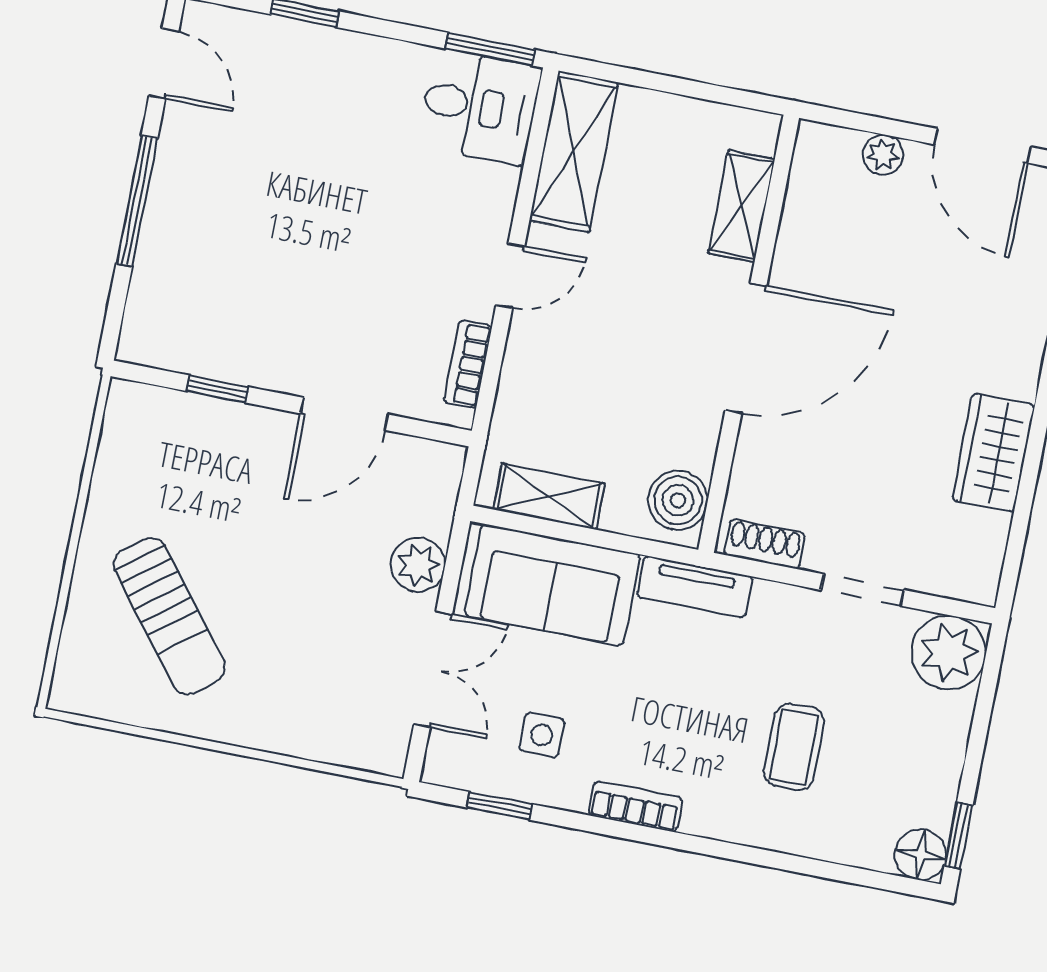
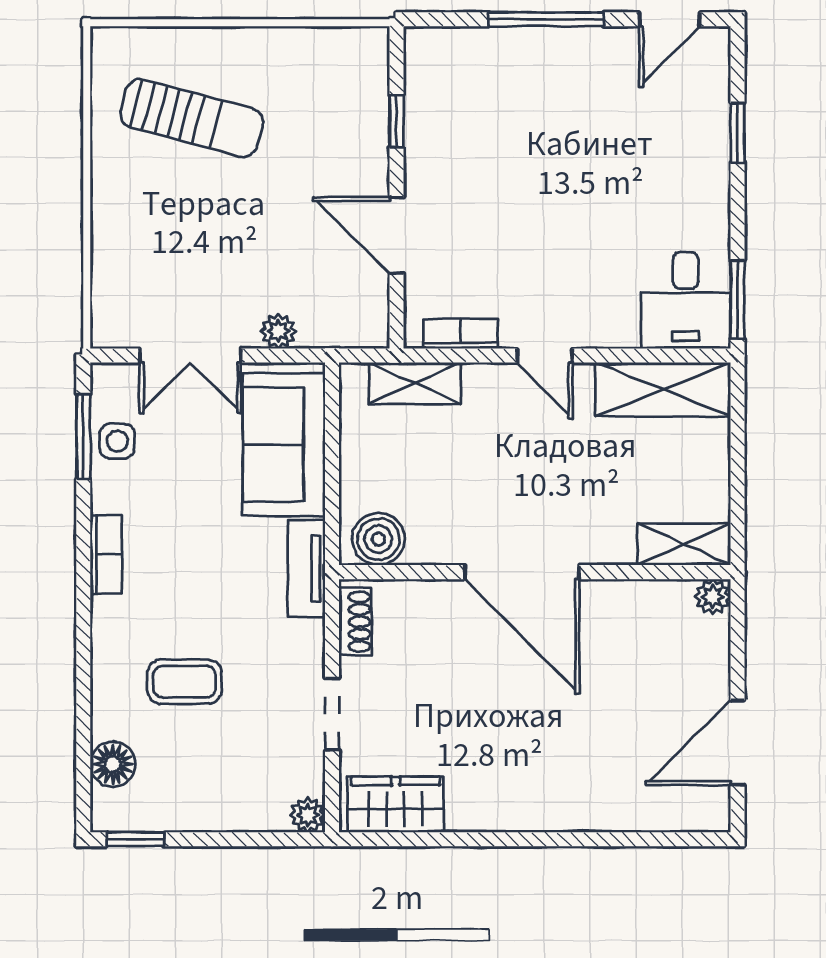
plant: (883, 155) -> (713, 597), moved
shelving: (742, 206) -> (684, 544), moved
wardrobe: (993, 453) -> (396, 804), moved
shelving: (549, 497) -> (415, 383), moved, turned 90
plant: (418, 565) -> (278, 331), width x0.73, depth x0.73
sun lounger: (169, 616) -> (192, 118), turned -127
plant: (949, 653) -> (308, 815), width x0.53, depth x0.53
side table: (542, 735) -> (117, 441), moved
window: (499, 806) -> (83, 436), width x1.50
floor lamp: (921, 855) -> (113, 764), moved

